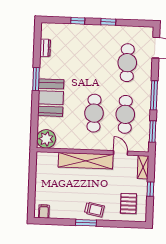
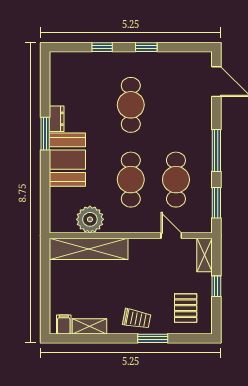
dresser: (45, 48) -> (57, 119), moved
cafe table: (127, 63) -> (131, 105), moved
plant: (46, 139) -> (90, 219), moved
shelving: (86, 161) -> (89, 249), moved
shelving: (62, 214) -> (89, 326), added
window: (86, 223) -> (153, 338), moved

